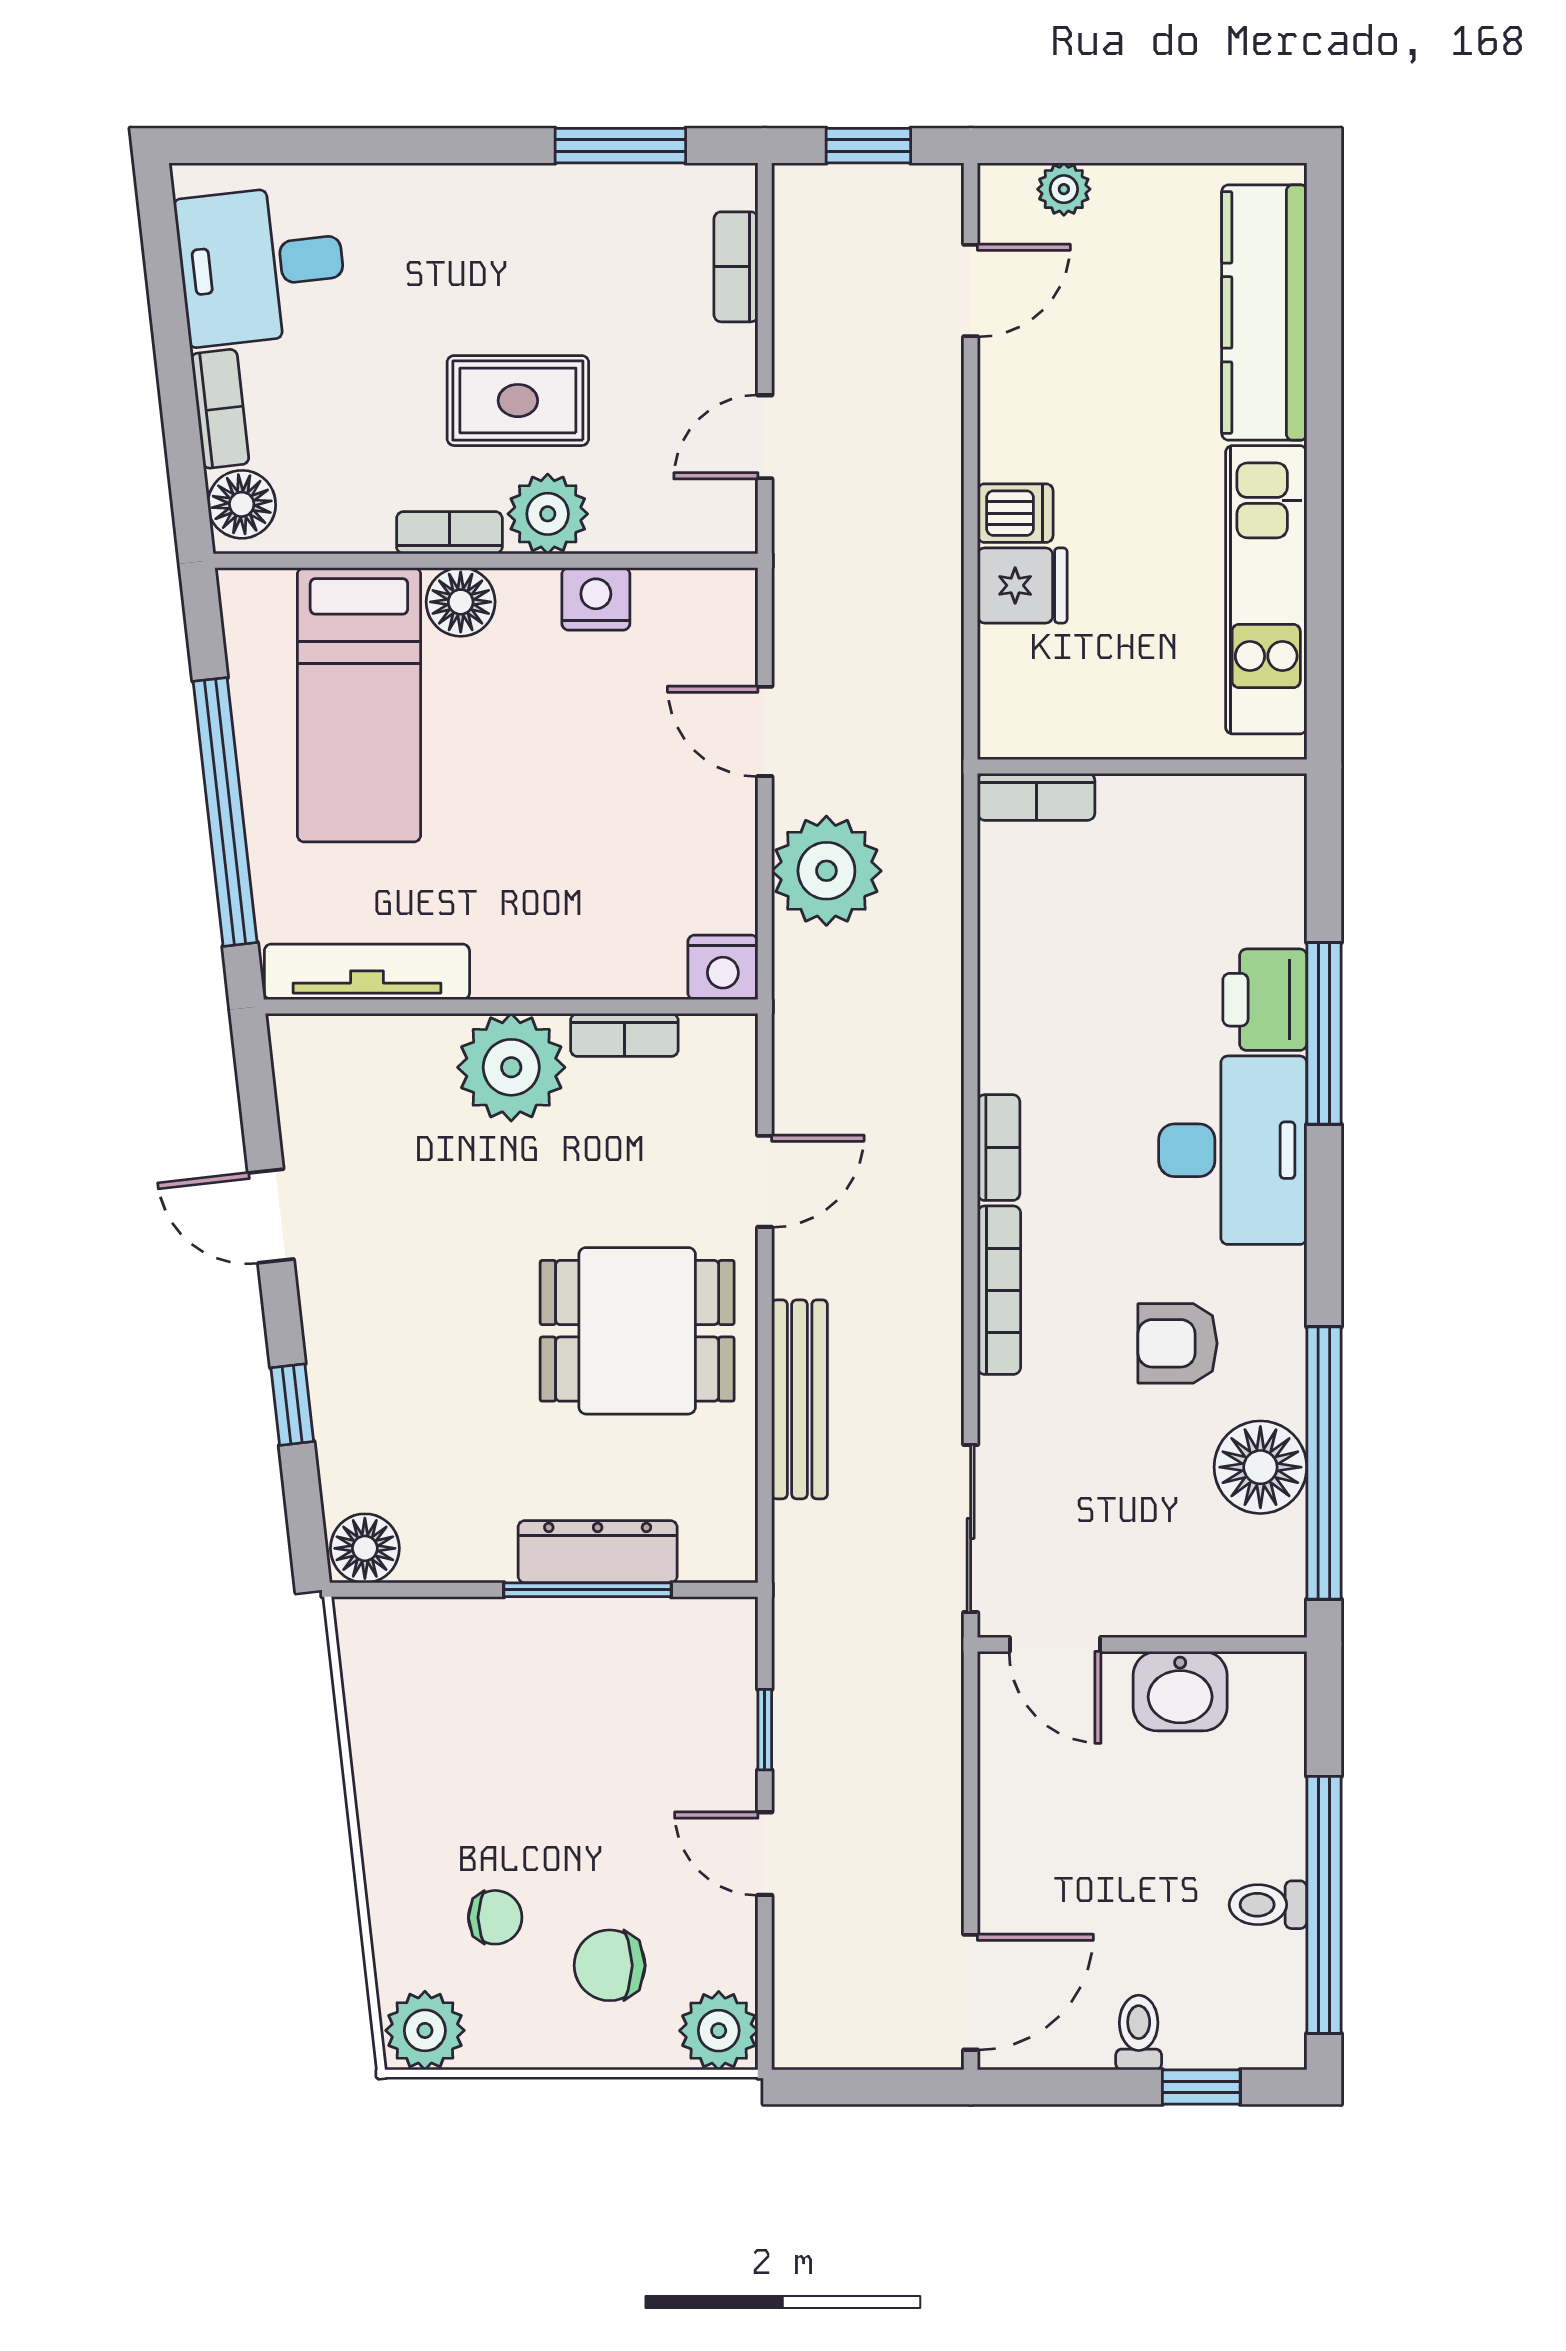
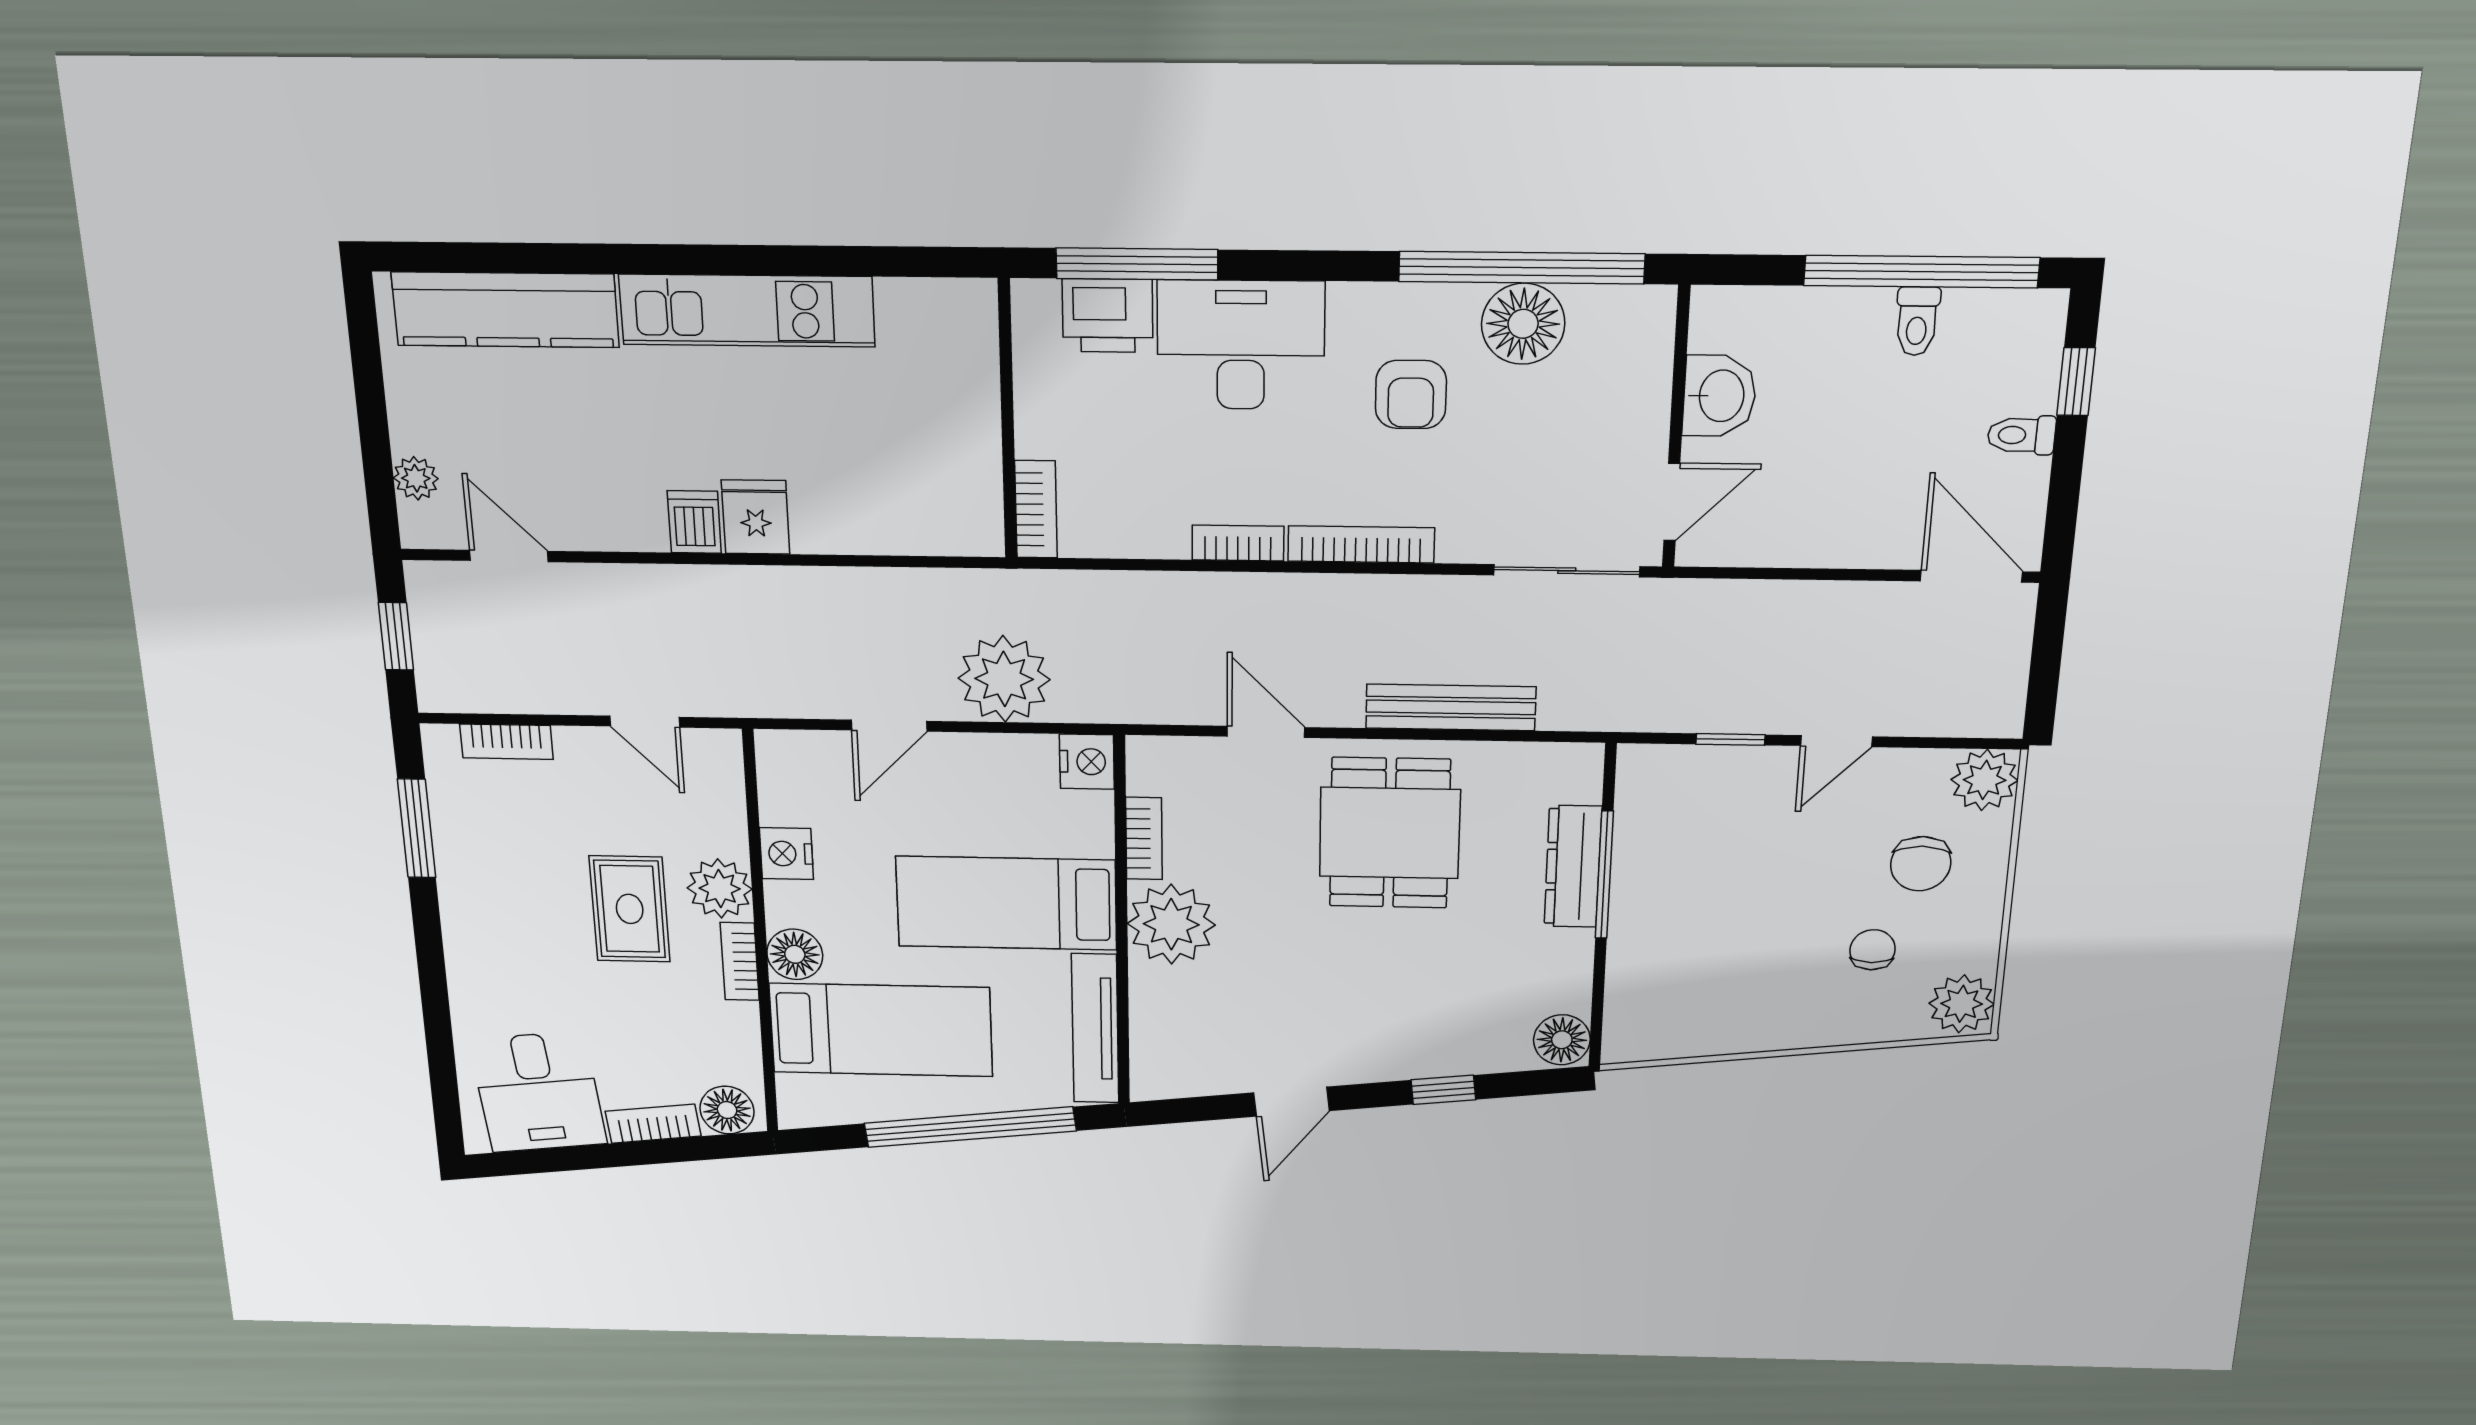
wall: (1142, 766) -> (1007, 420), moved
bookcase: (1036, 797) -> (1036, 509), moved
bed: (535, 866) -> (1006, 903), added

